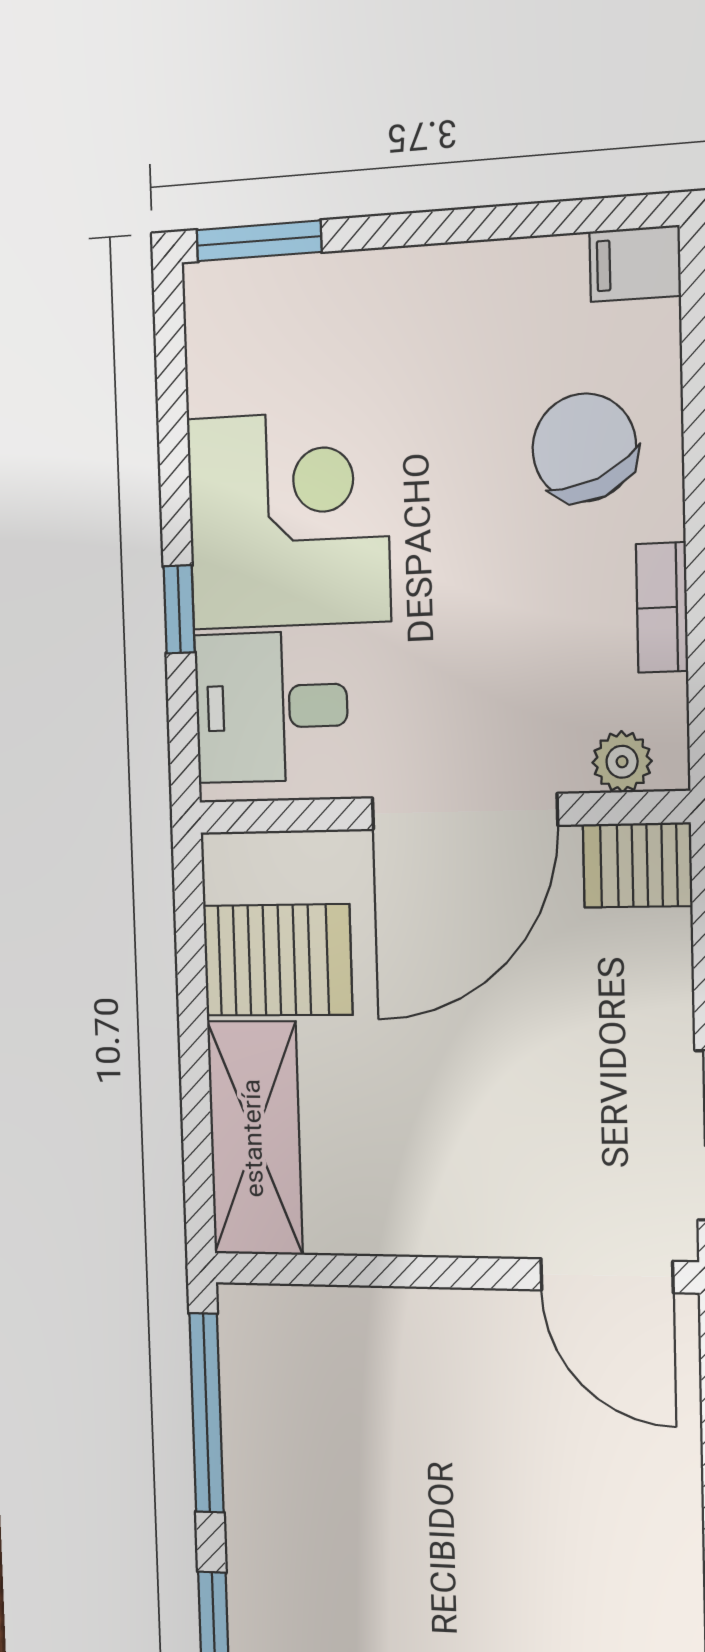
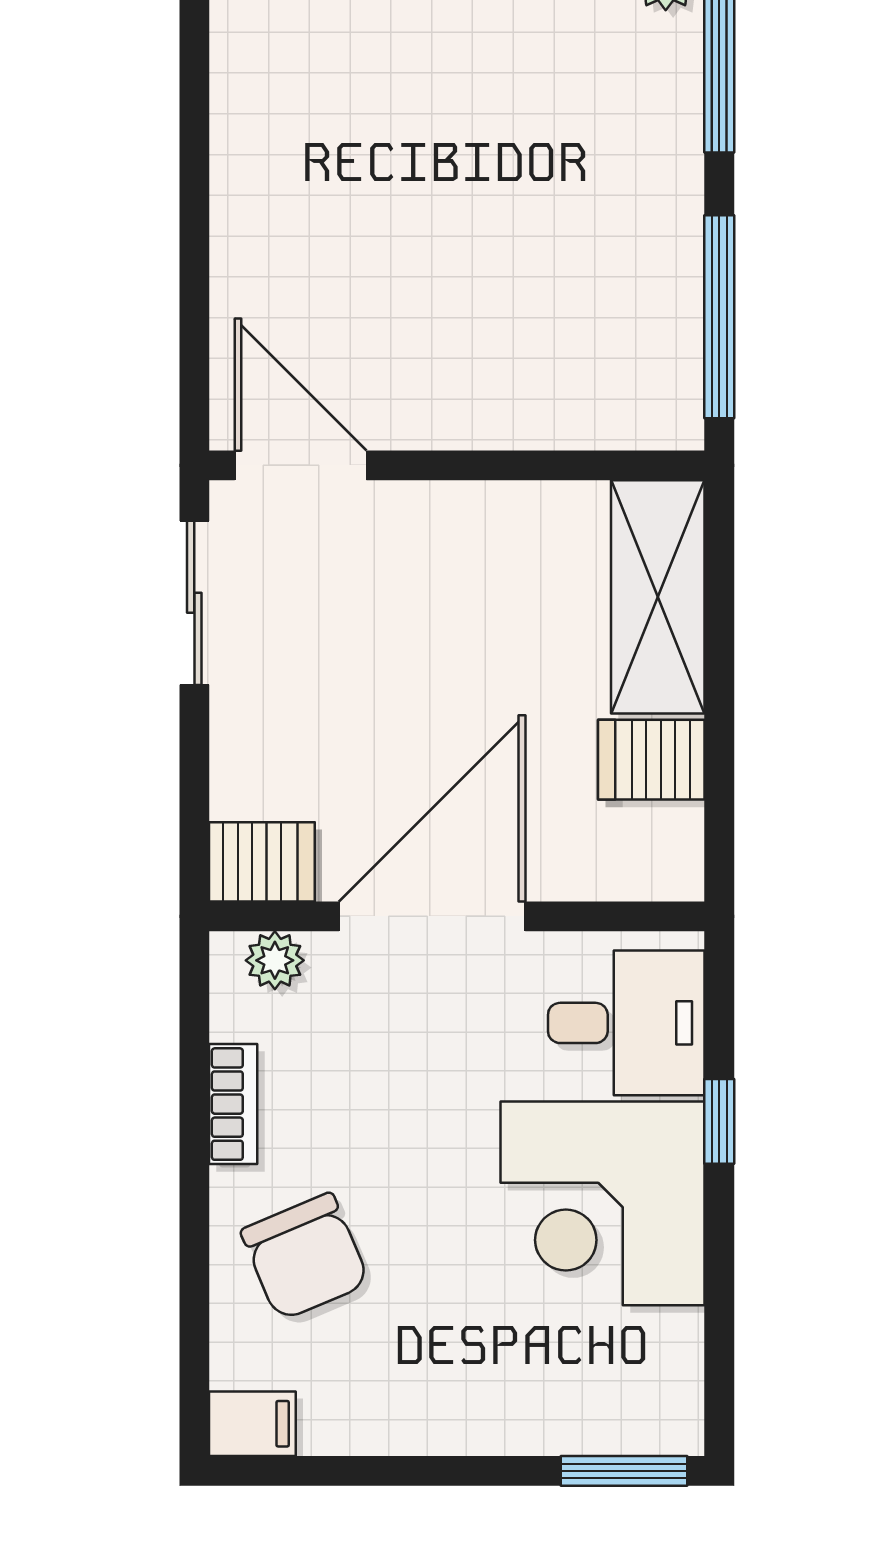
server rack: (277, 960) -> (651, 760), width x0.73, depth x0.70

